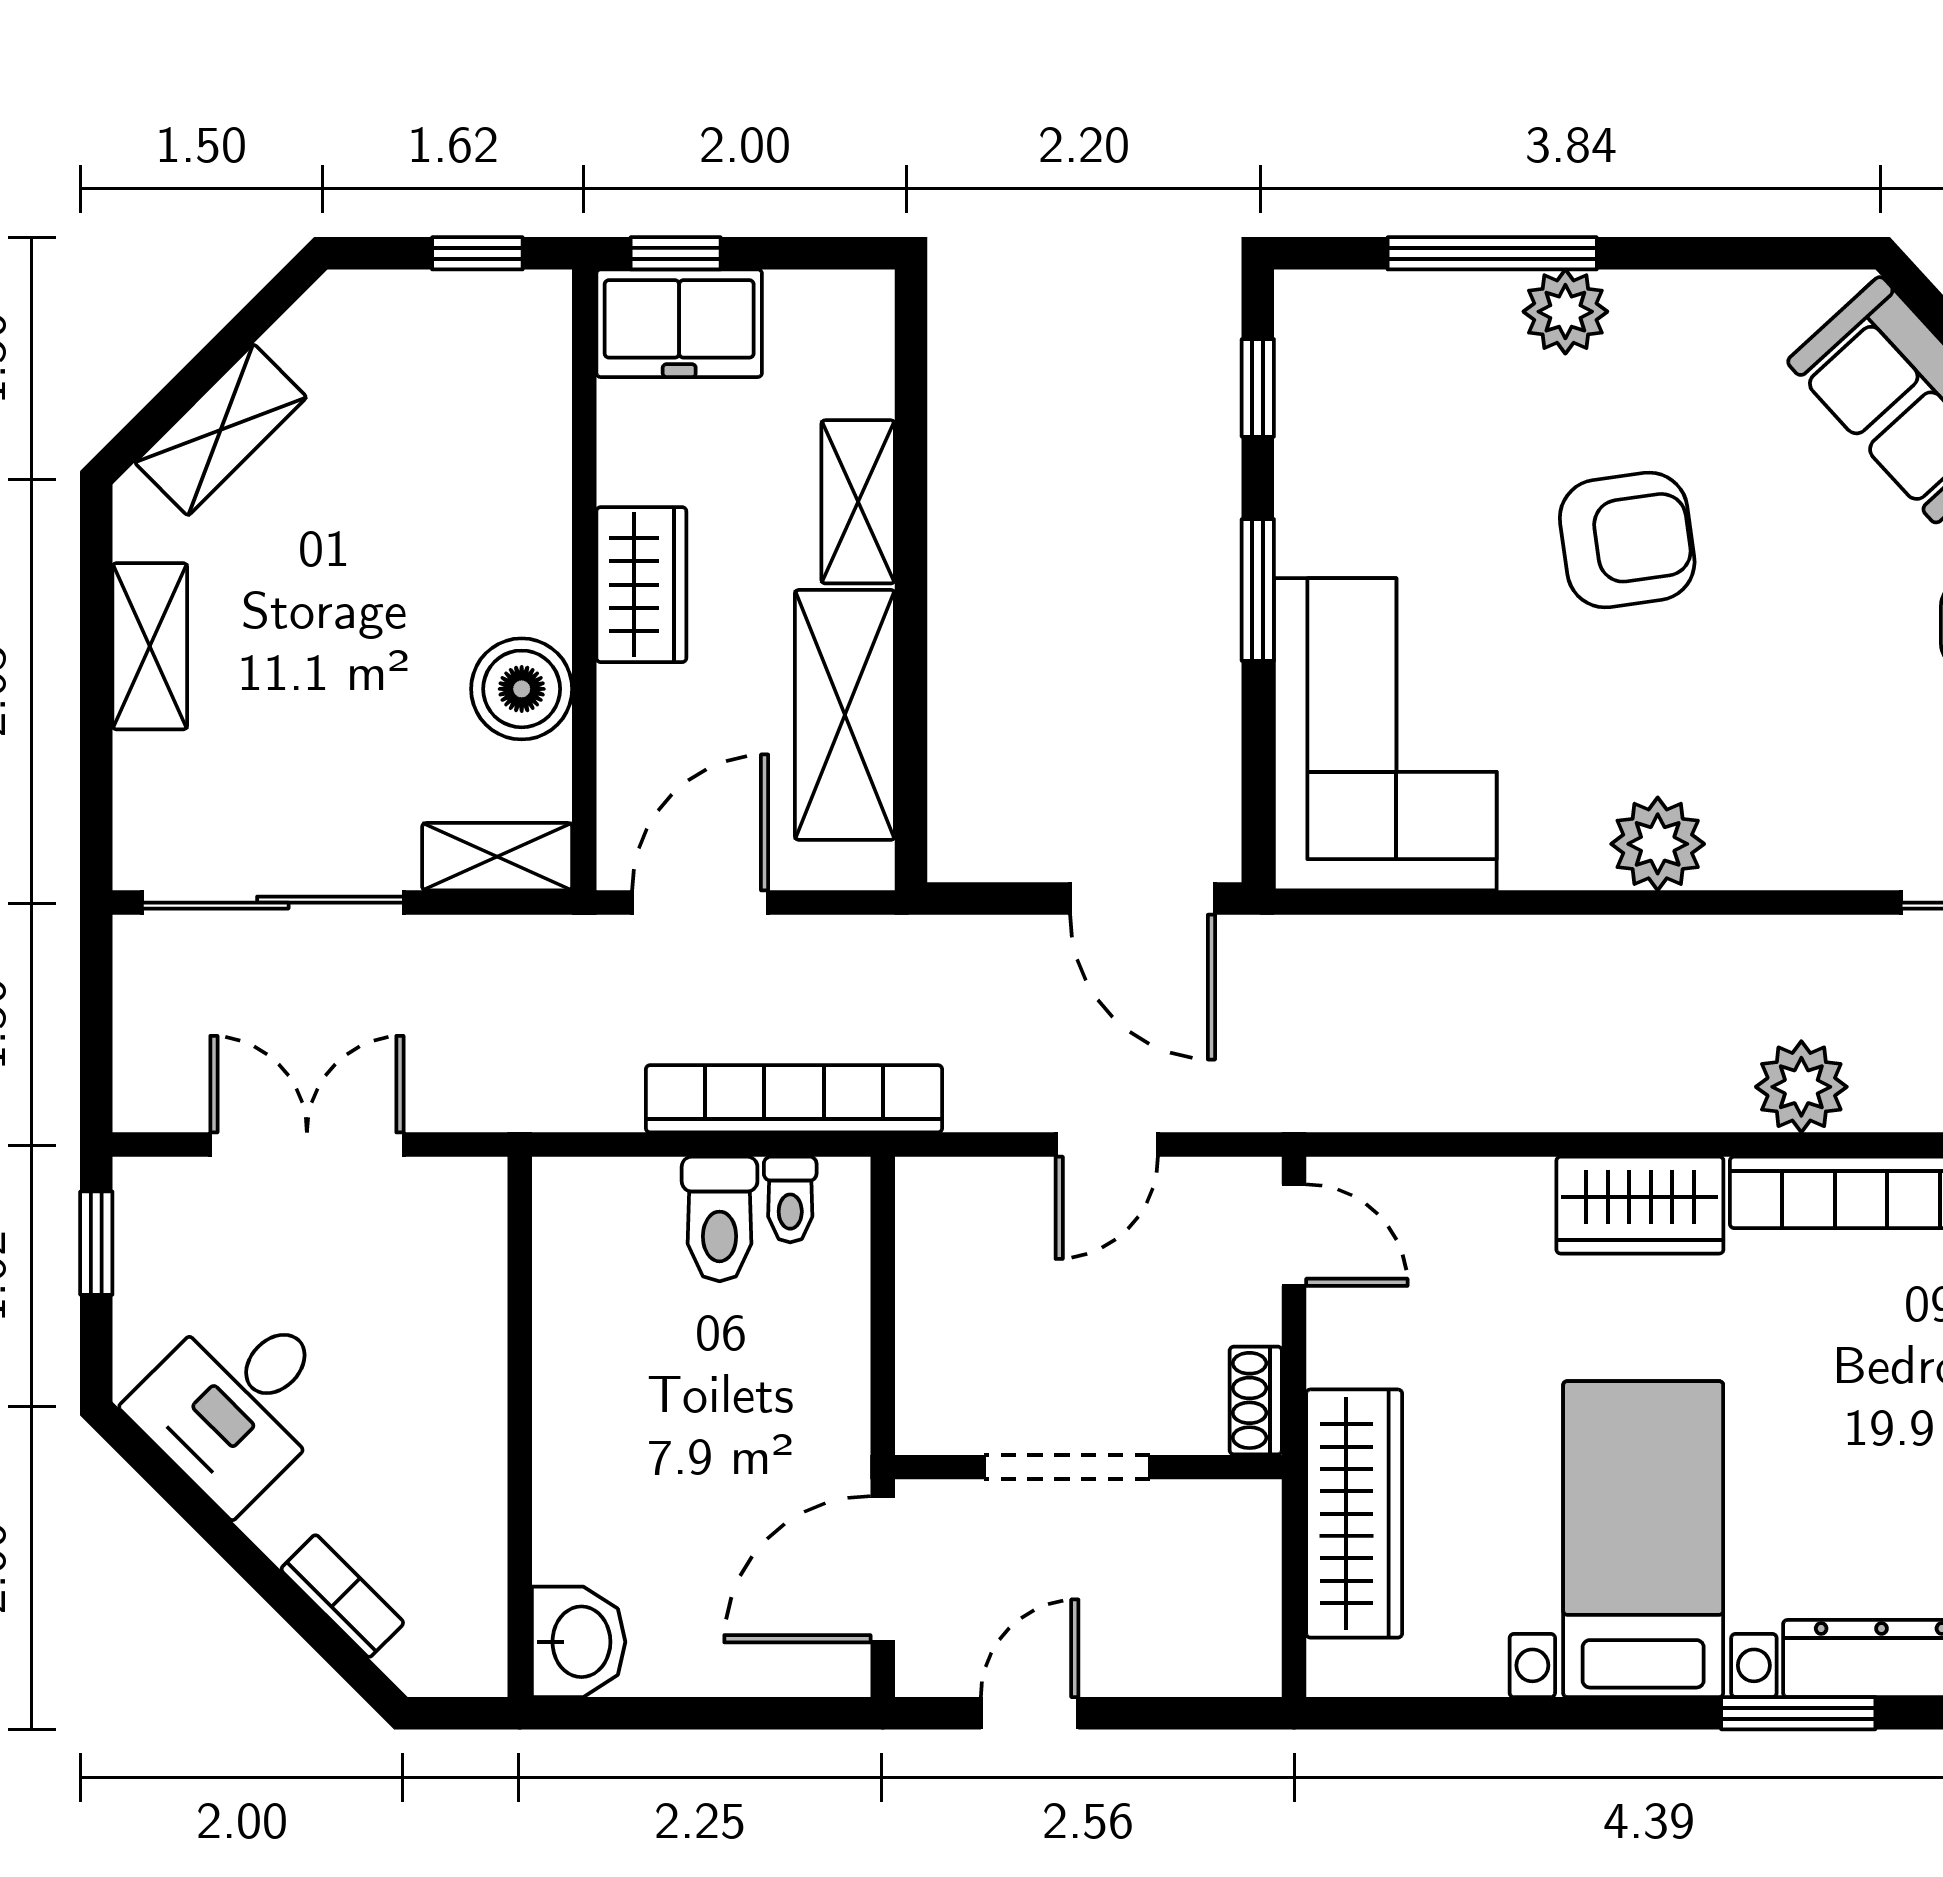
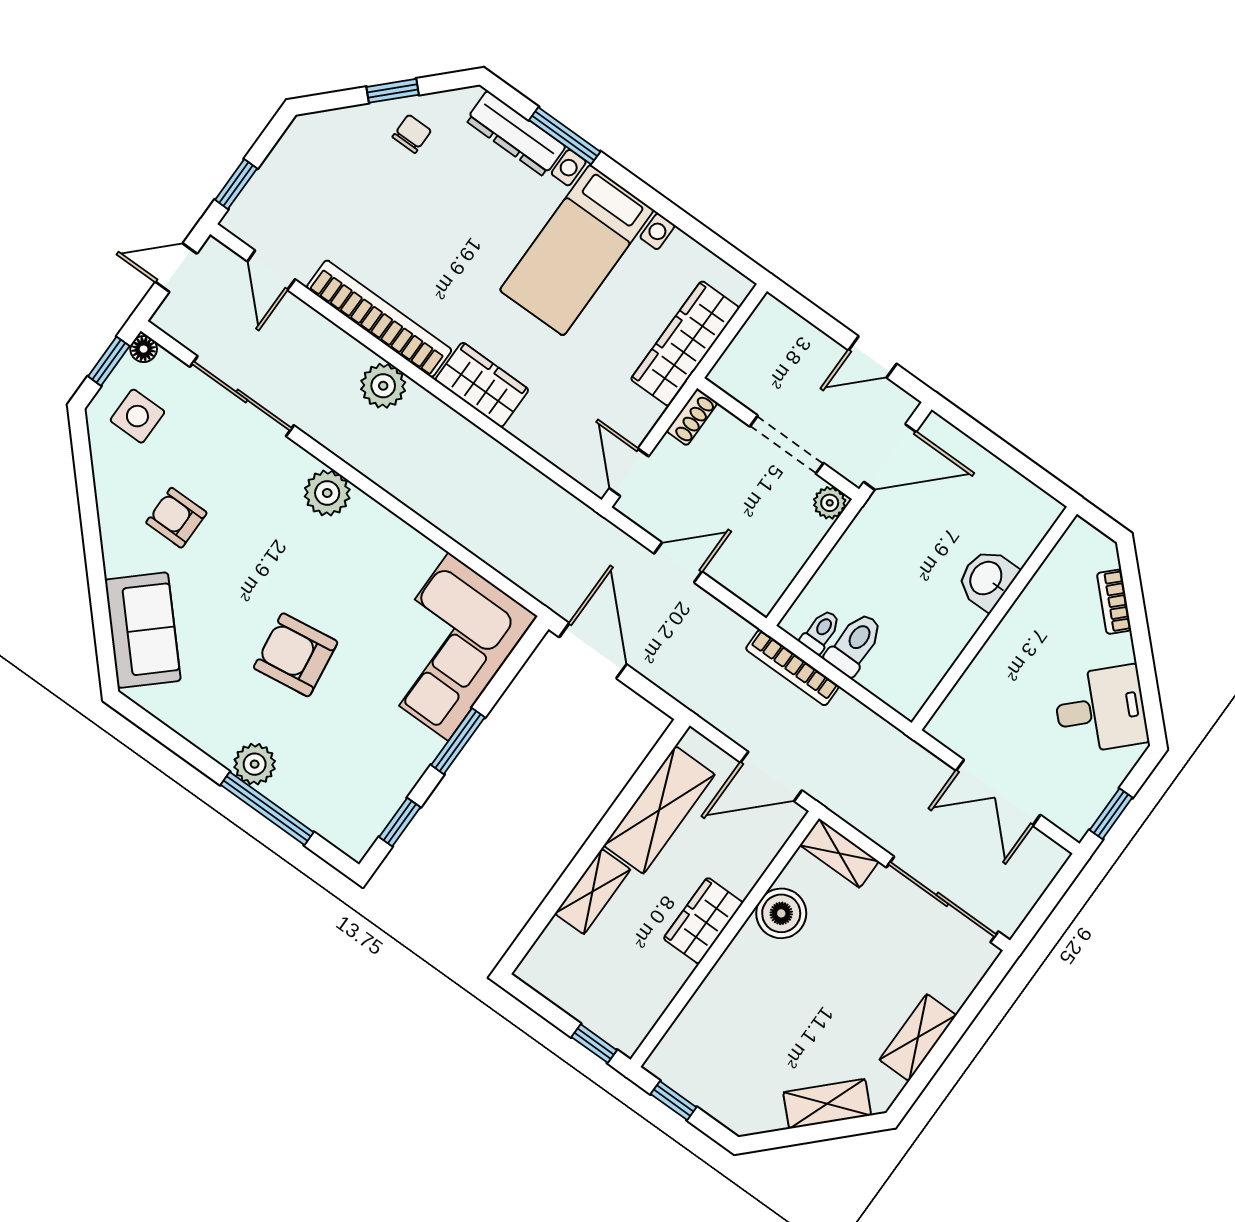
freezer: (679, 323) -> (613, 1015), removed
plant: (1658, 844) -> (327, 493), moved
bookcase: (794, 1099) -> (792, 668), width x0.68, depth x0.76
plant: (928, 1422) -> (830, 503), added
washbasin: (579, 1642) -> (987, 579), moved

